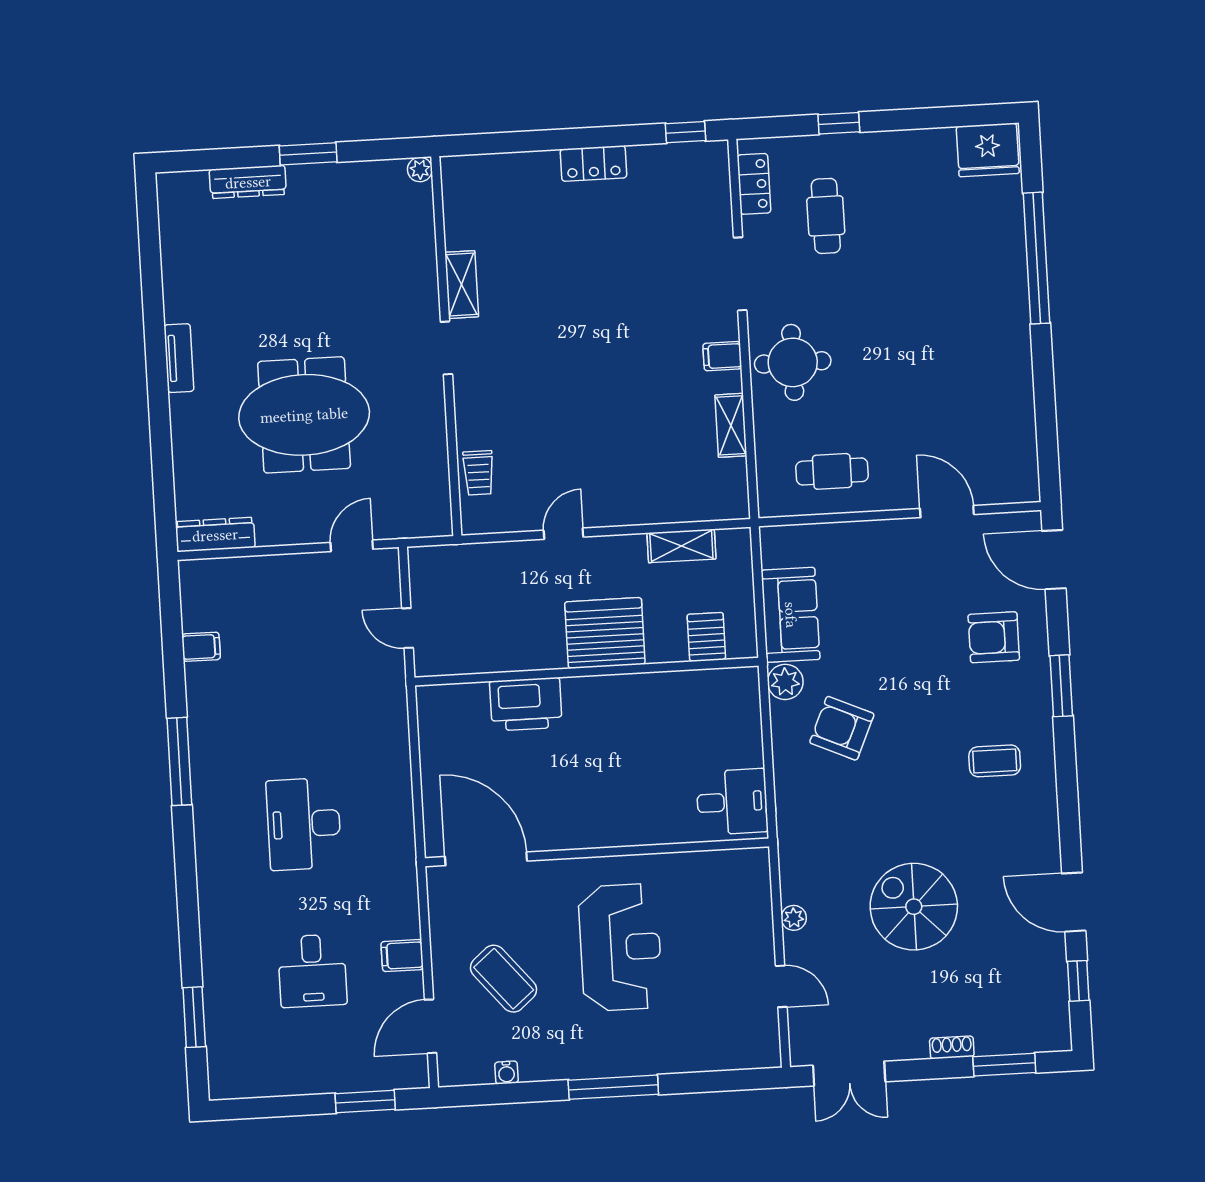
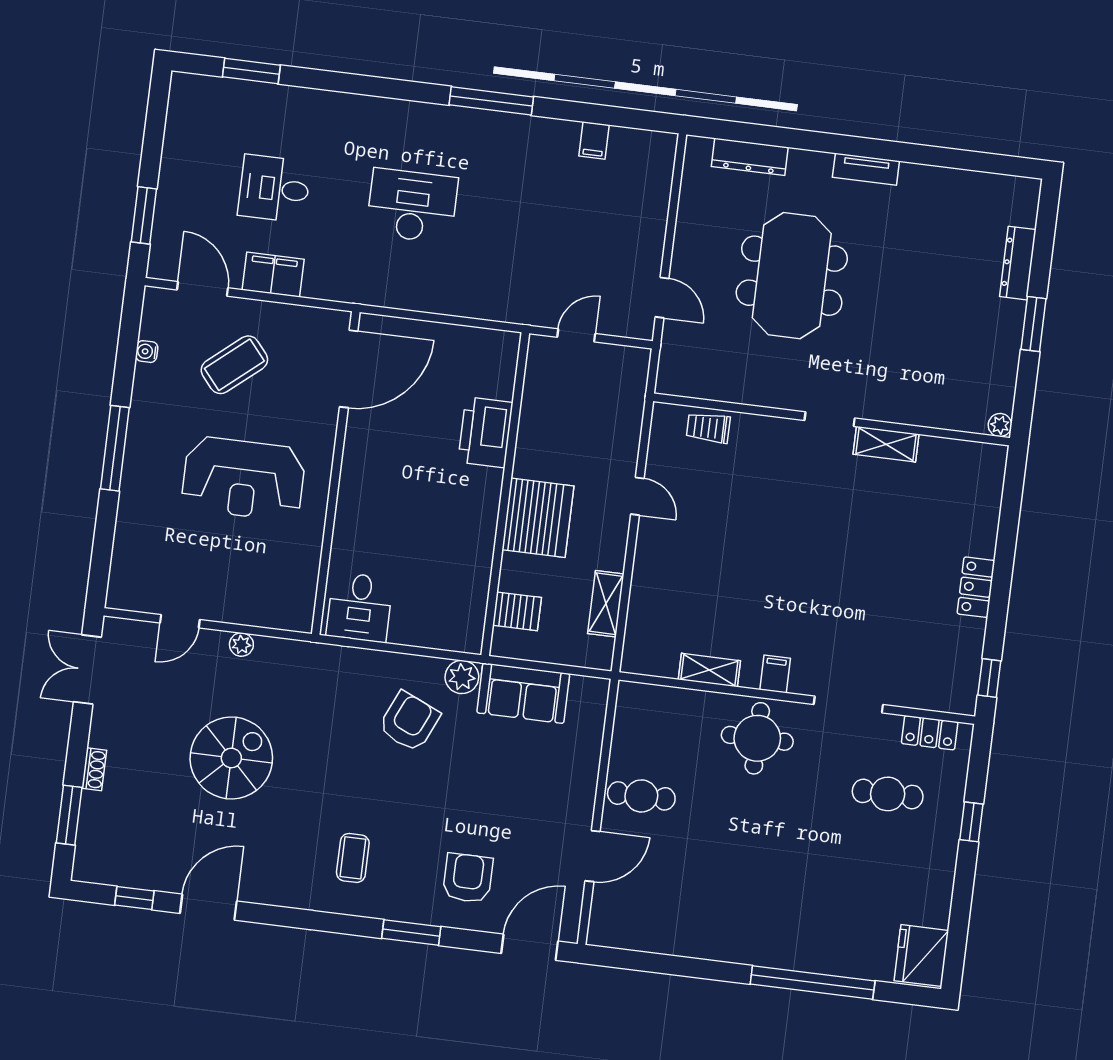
cafe table: (832, 471) -> (641, 796), moved, turned 90
dresser: (215, 535) -> (750, 157), moved, turned 90
filing cabinet: (402, 956) -> (273, 275), width x2.00

